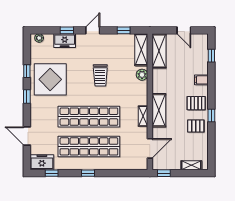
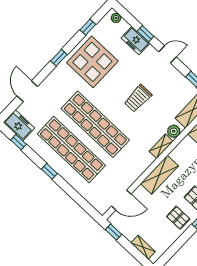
window: (27, 71) -> (88, 27), moved
shelving: (143, 116) -> (161, 146), moved

